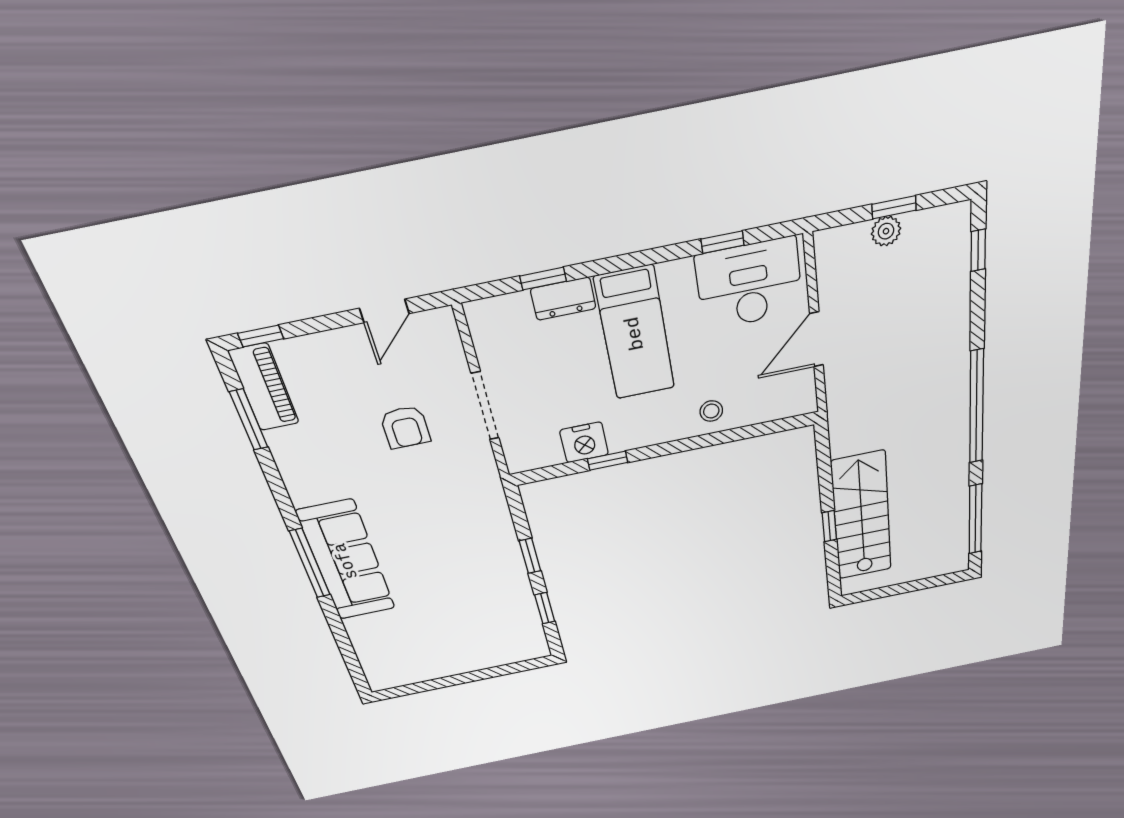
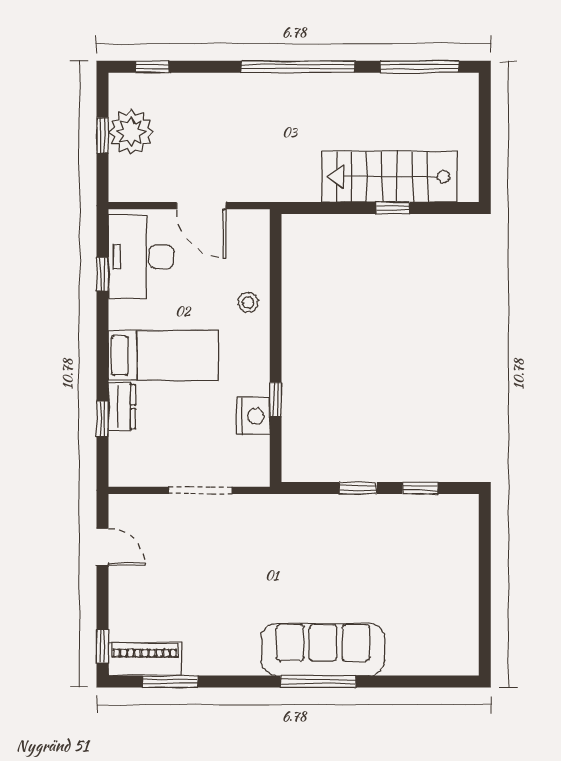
plant: (886, 231) -> (131, 132), width x1.87, depth x1.87
armchair: (405, 427) -> (205, 560), removed

